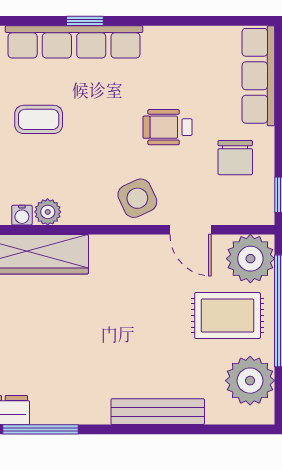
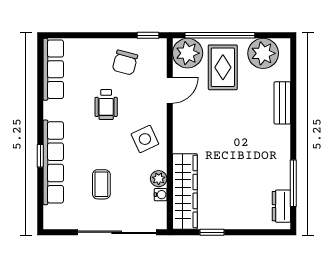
row of seats: (258, 76) -> (53, 69), moved, turned -90
chair: (235, 158) -> (125, 63), turned 105
side table: (137, 198) -> (145, 139), moved
bench: (158, 412) -> (282, 103), width x0.73

